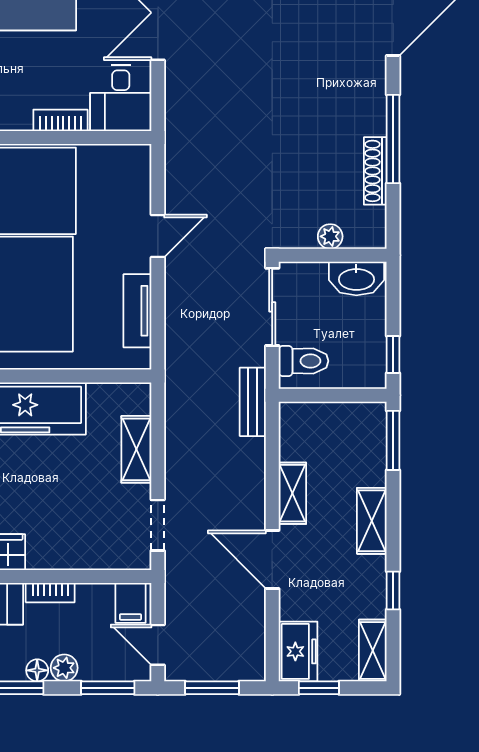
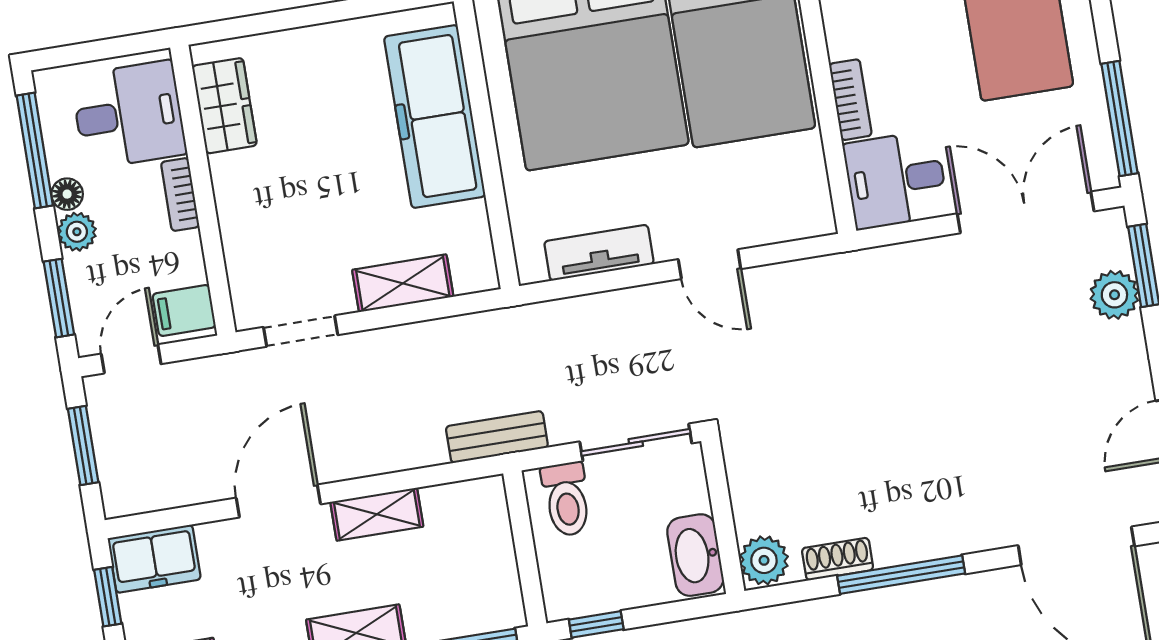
shoe rack: (375, 171) -> (838, 559), width x0.70
plant: (330, 236) -> (764, 560), moved, width x1.38, depth x1.38

